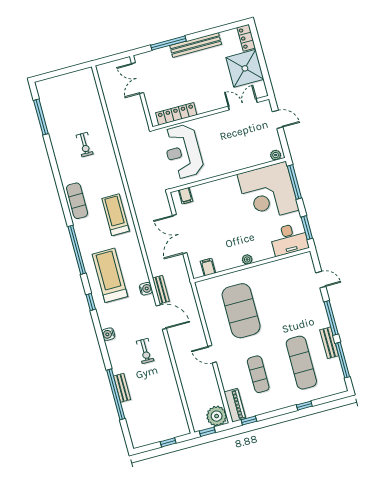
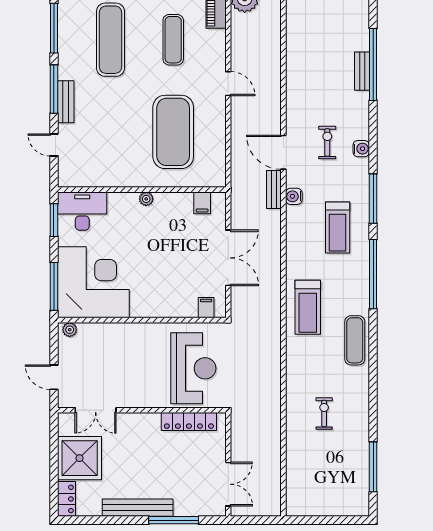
treadmill: (110, 275) -> (338, 228), width x0.73, depth x0.73
window: (91, 302) -> (373, 199), width x2.17
bench: (329, 343) -> (66, 102), moved
exercise bike: (145, 351) -> (327, 143), moved

